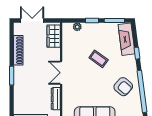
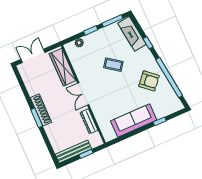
wardrobe: (54, 36) -> (63, 67), width x1.50
shoe rack: (18, 50) -> (41, 110), moved

